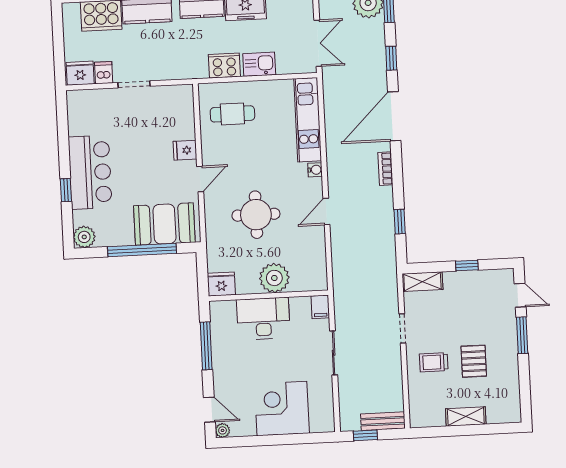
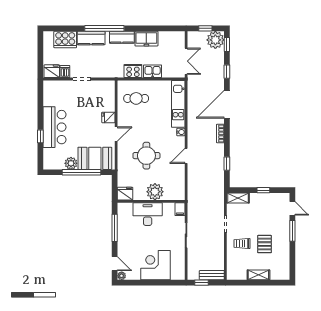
plant: (84, 237) -> (71, 163), moved

